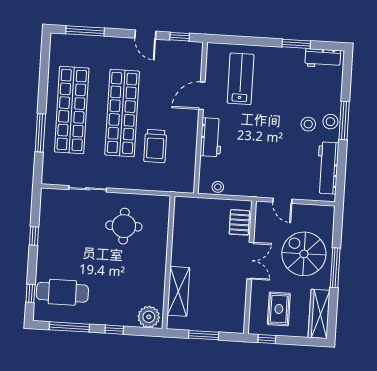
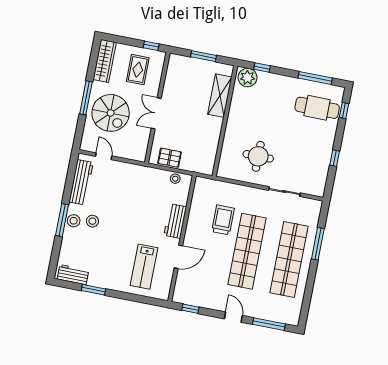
door: (145, 35) -> (233, 317), moved
door: (282, 201) -> (104, 156), moved
pallet: (239, 222) -> (170, 158), moved, turned 90
window: (114, 330) -> (262, 68), moved

